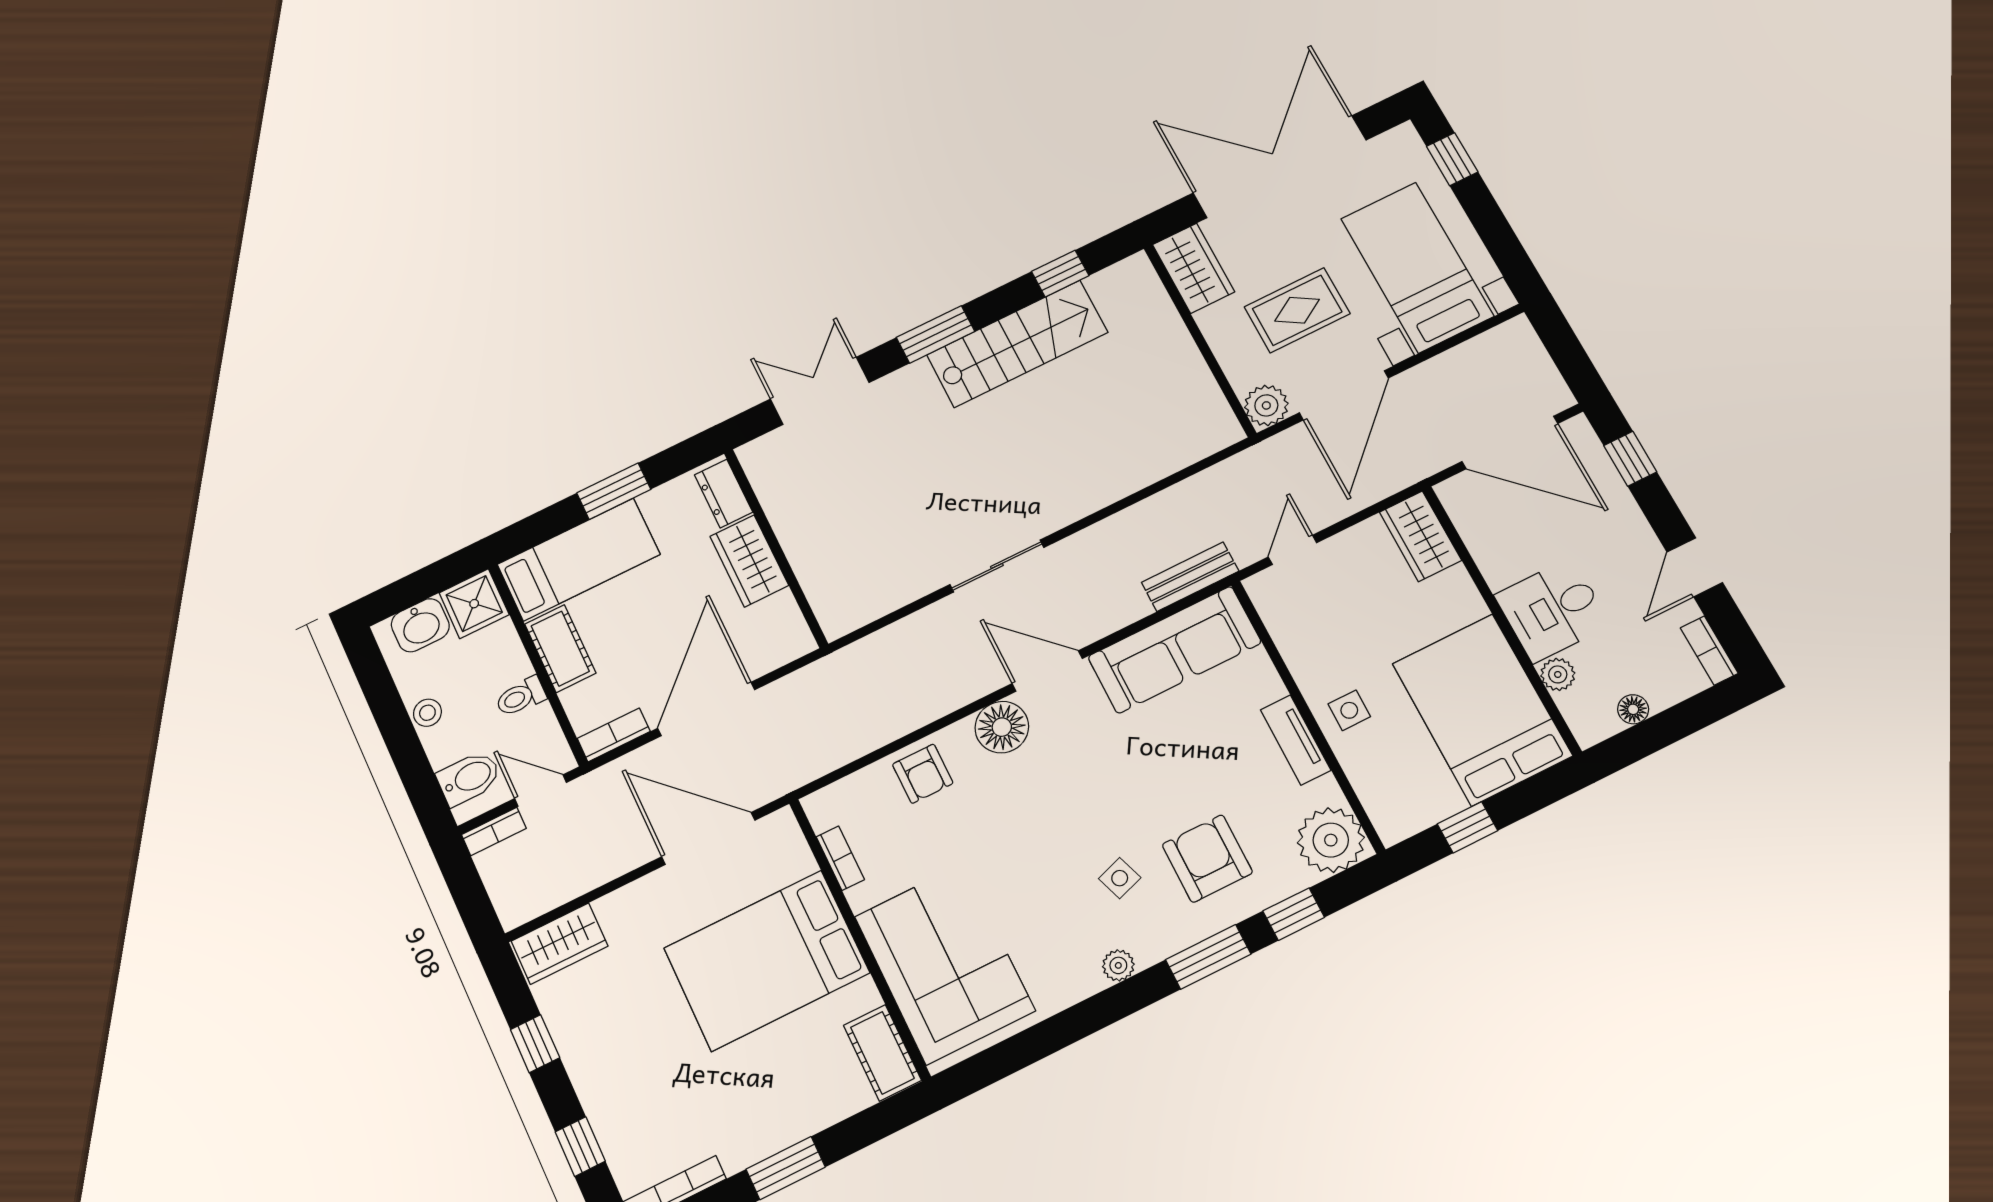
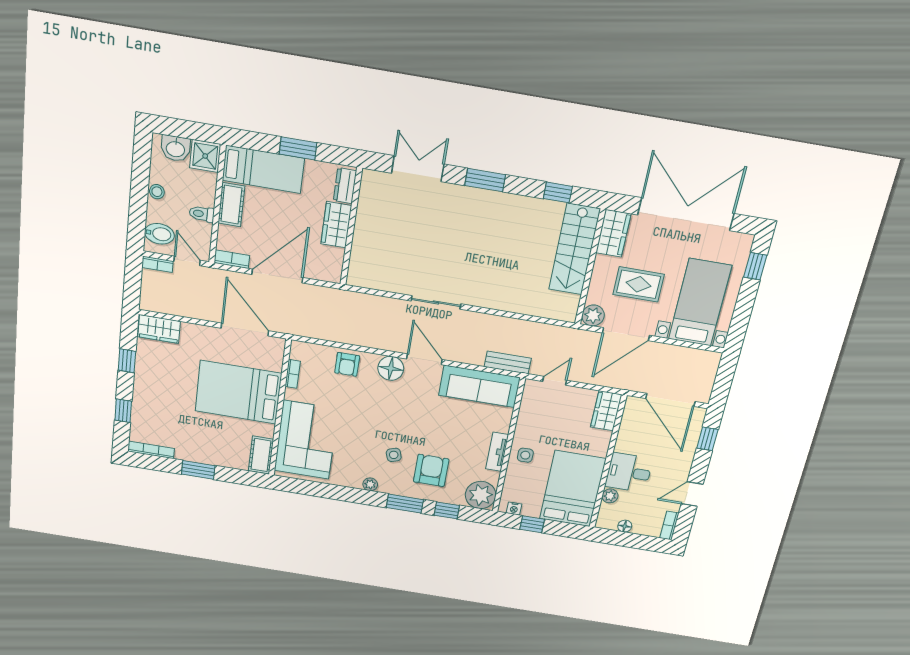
stairs: (1017, 344) -> (574, 249), moved, turned 90
nightstand: (1410, 822) -> (514, 509), added

